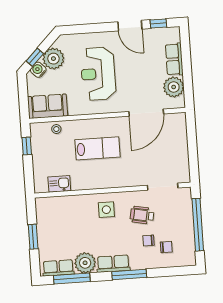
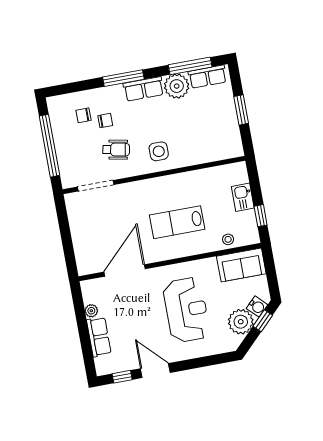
plant: (174, 87) -> (91, 311), width x0.53, depth x0.53
kitchen sink: (59, 184) -> (243, 197), moved, turned 90

